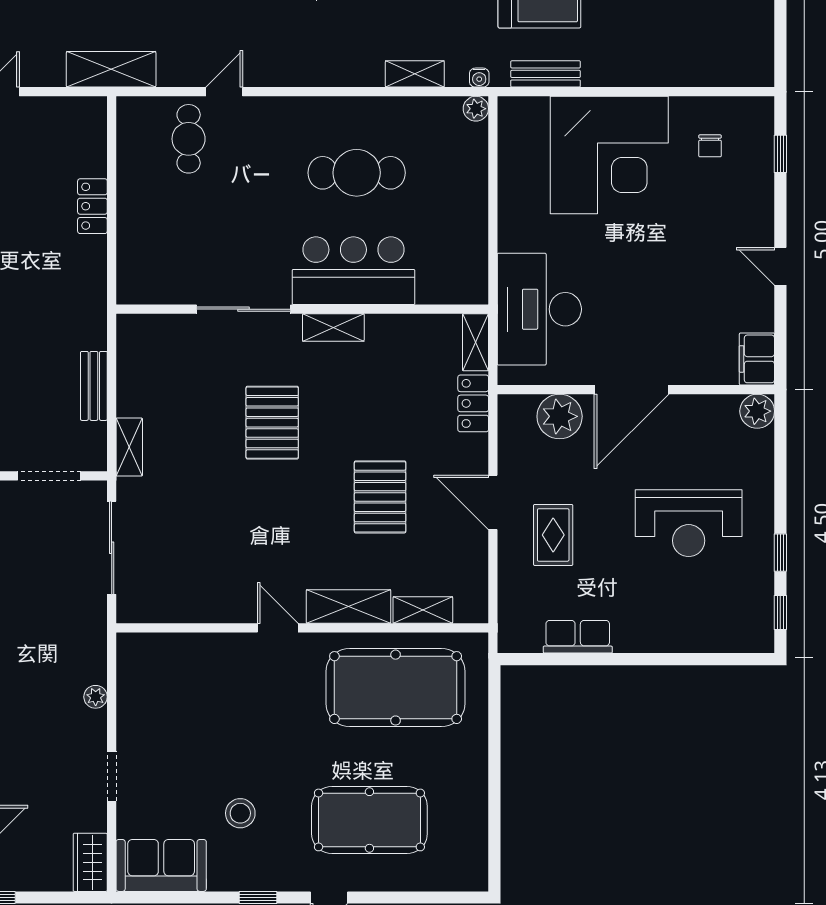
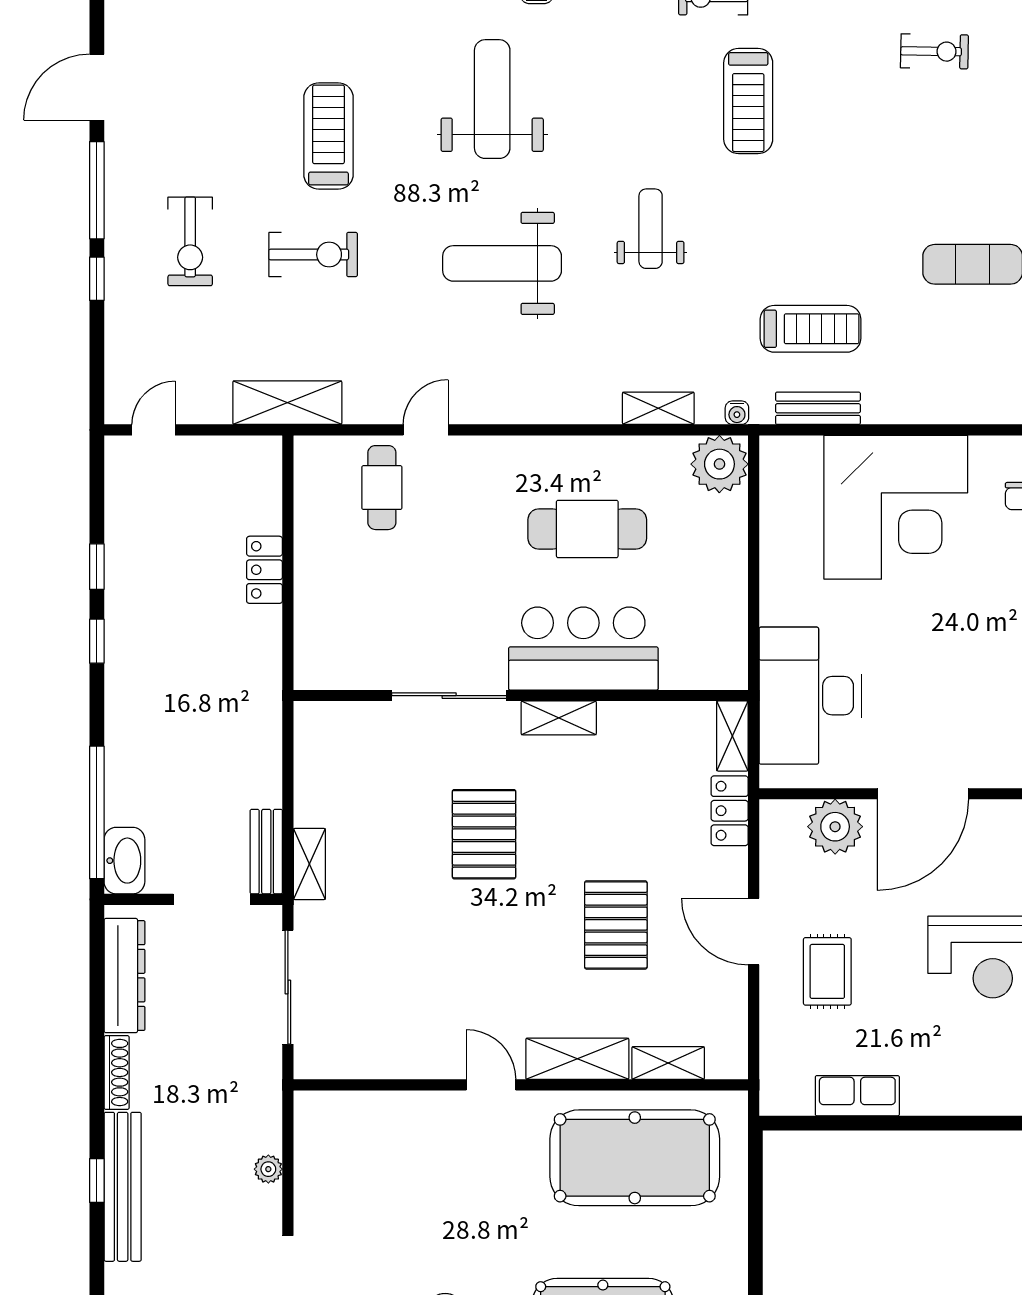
plant: (476, 109) -> (719, 464), width x1.88, depth x1.88
bench: (94, 386) -> (266, 852), moved

